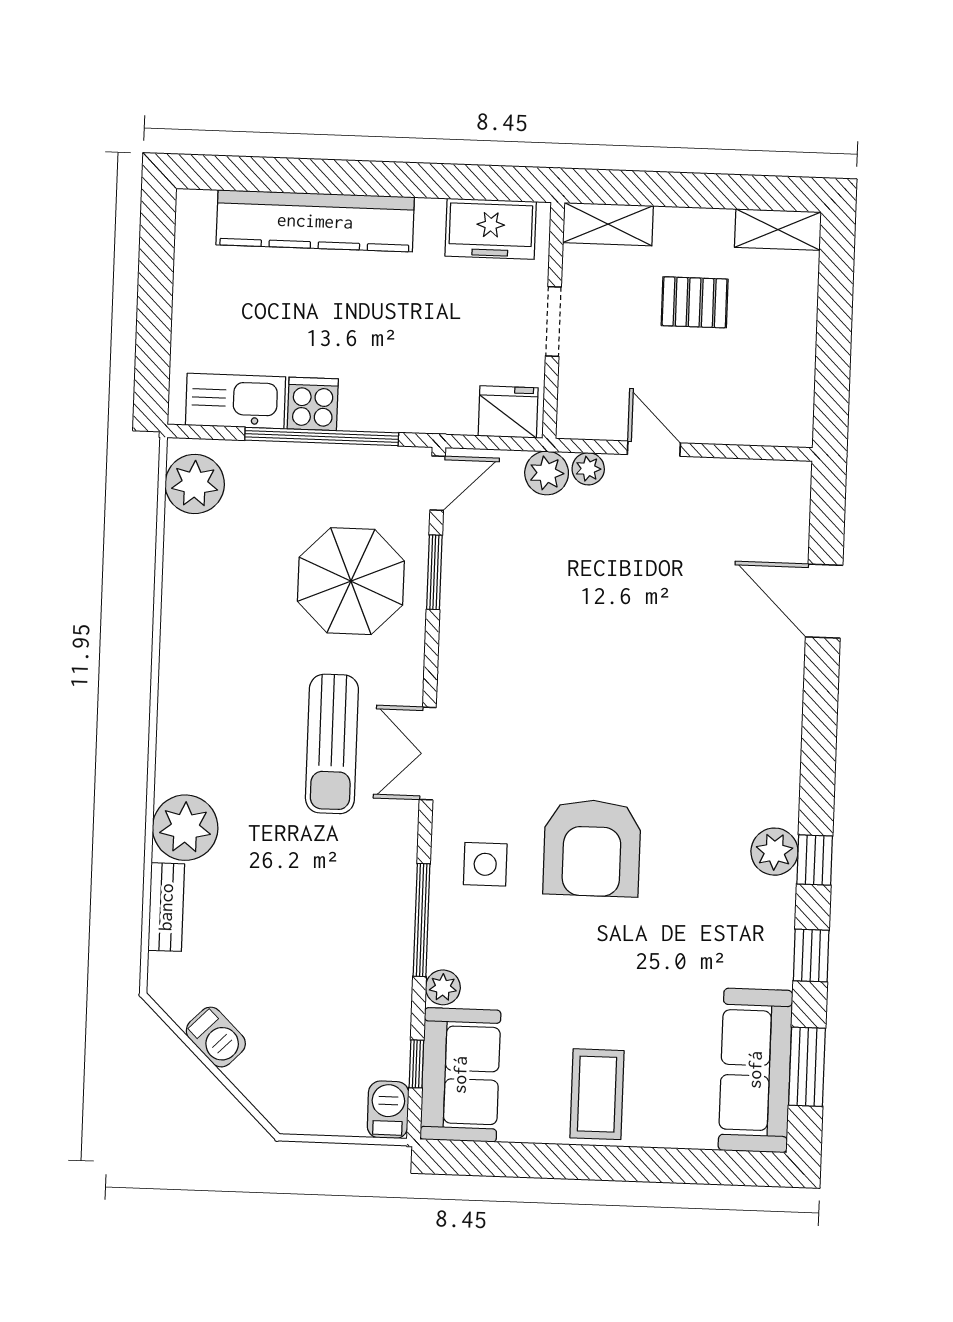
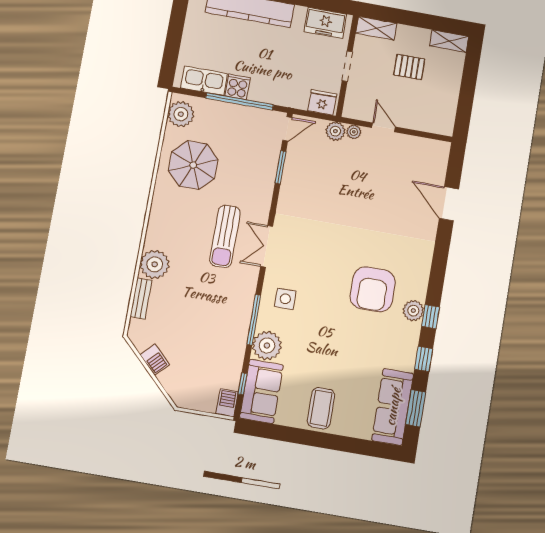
parasol: (351, 581) -> (193, 165), moved
armchair: (592, 848) -> (373, 289), moved
plant: (443, 987) -> (267, 345), width x1.88, depth x1.88

